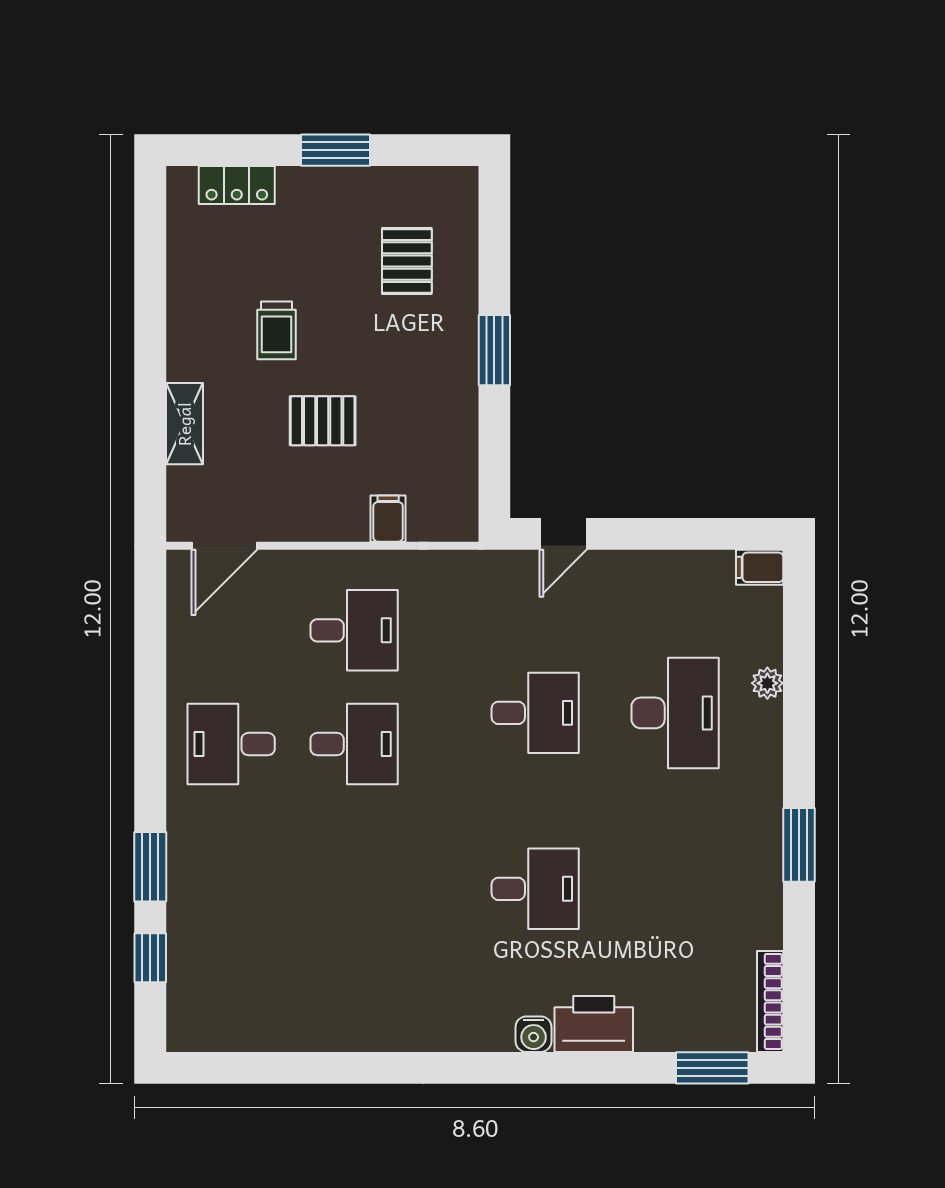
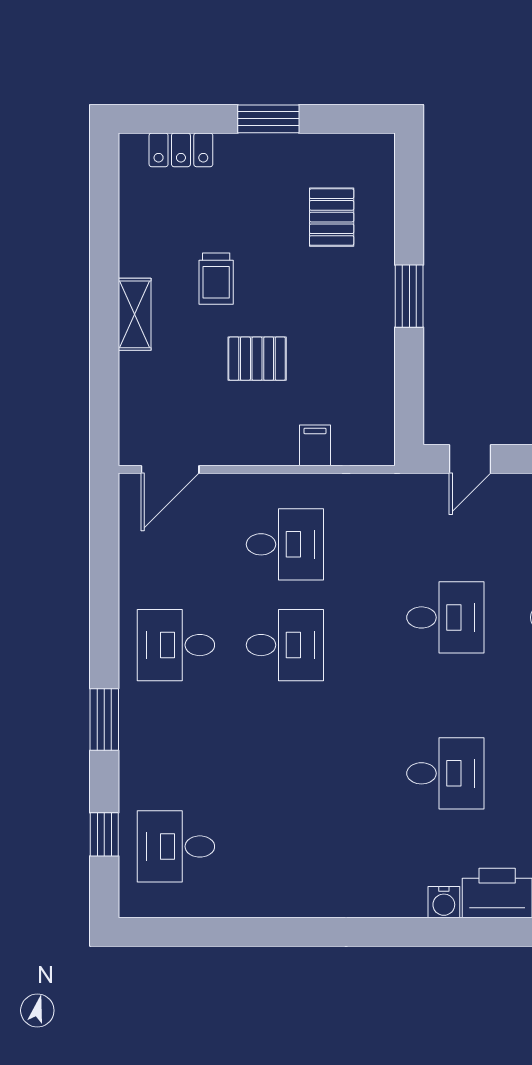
shelving: (184, 424) -> (135, 314), moved
window: (150, 867) -> (104, 719), moved
desk: (231, 971) -> (176, 846), added

